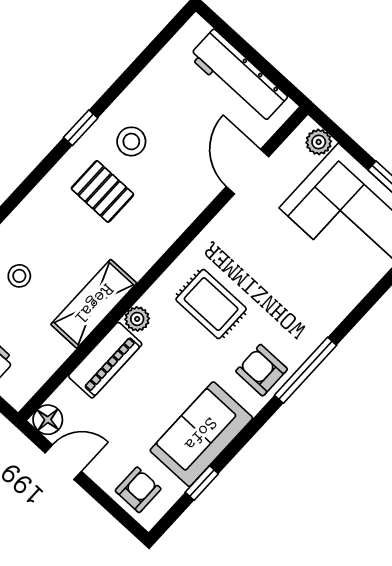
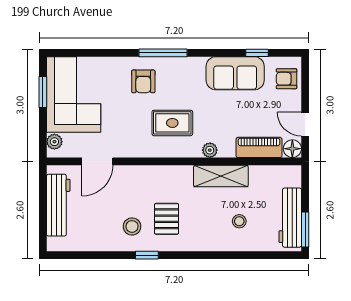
rug: (211, 304) -> (172, 123), turned 90
piano: (105, 360) -> (259, 147), moved
armchair: (262, 370) -> (143, 81), moved

